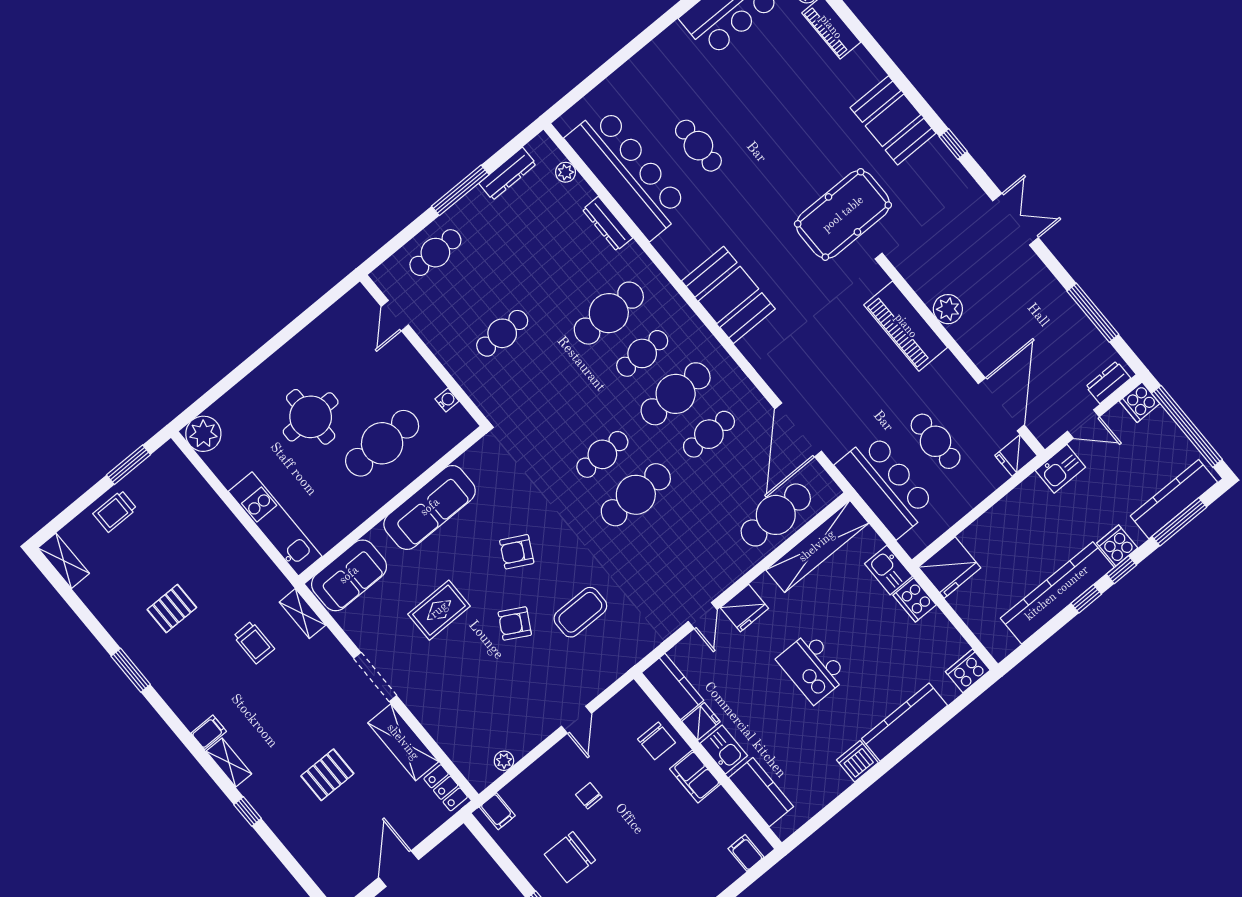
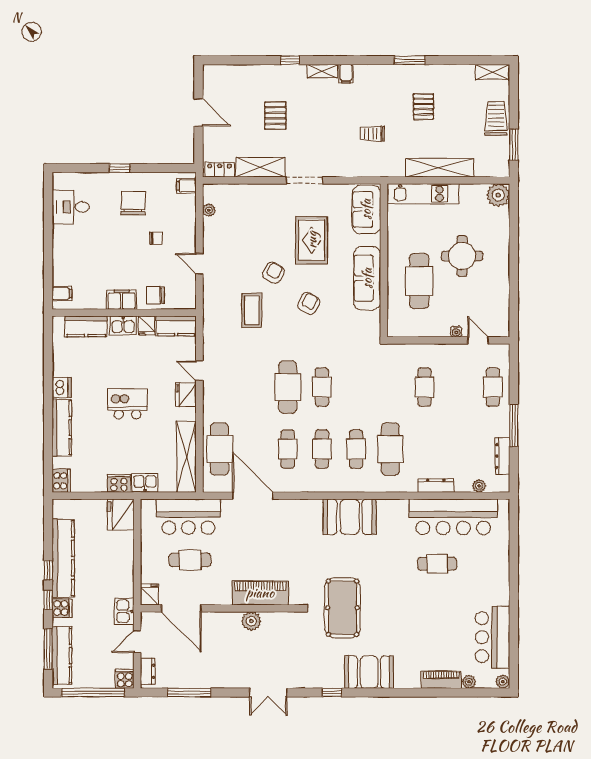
cafe table: (676, 394) -> (322, 449), width x0.73, depth x0.74
water cooler: (447, 400) -> (456, 332), moved
trolley: (115, 511) -> (496, 118), width x1.36, depth x1.39
rug: (439, 610) -> (312, 240), width x1.36, depth x1.43
shelving: (302, 614) -> (440, 168), moved, width x2.20, depth x1.33

